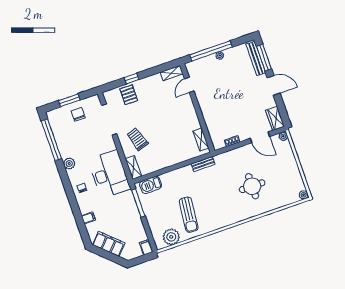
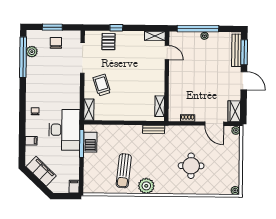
door: (189, 85) -> (167, 53), swing flipped
plant: (69, 164) -> (32, 52), moved
desk: (109, 174) -> (64, 130), moved
barbecue: (151, 185) -> (90, 142), moved, turned -90
plant: (171, 237) -> (146, 186), moved

